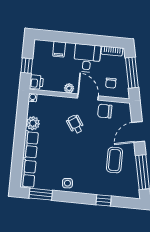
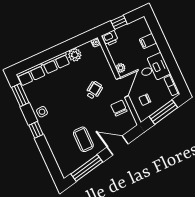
coffee table: (115, 160) -> (83, 139), turned 90
window: (104, 200) -> (36, 130), moved

